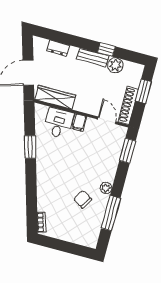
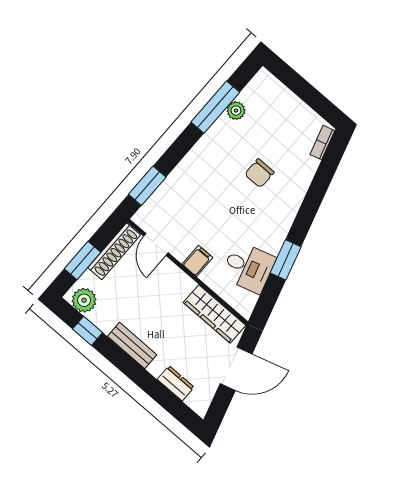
window: (106, 50) -> (88, 331), moved
plant: (115, 65) -> (84, 300), moved
desk: (58, 123) -> (248, 267), moved, turned -106
plant: (106, 188) -> (236, 111), moved
chair: (83, 199) -> (259, 173), moved, turned 58

